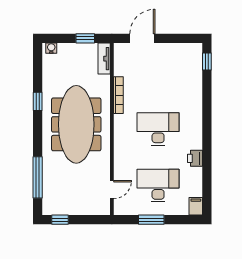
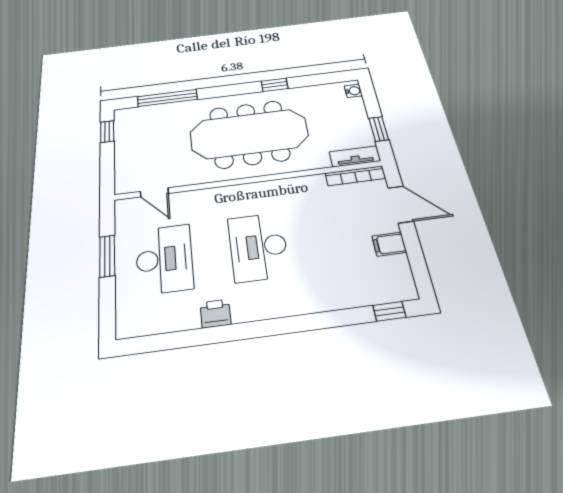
bookcase: (118, 95) -> (355, 176), moved
desk: (158, 129) -> (258, 247), turned 180
filing cabinet: (196, 206) -> (389, 244), moved, turned 180

